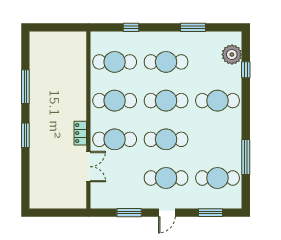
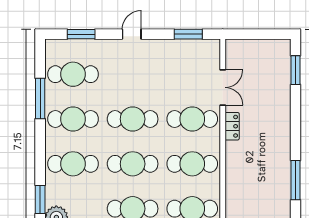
window: (246, 70) -> (40, 200), width x1.50
window: (25, 135) -> (296, 70), moved
double door: (88, 167) -> (223, 87), swing flipped
cafe table: (166, 178) -> (73, 119), moved
window: (129, 213) -> (188, 34), moved

